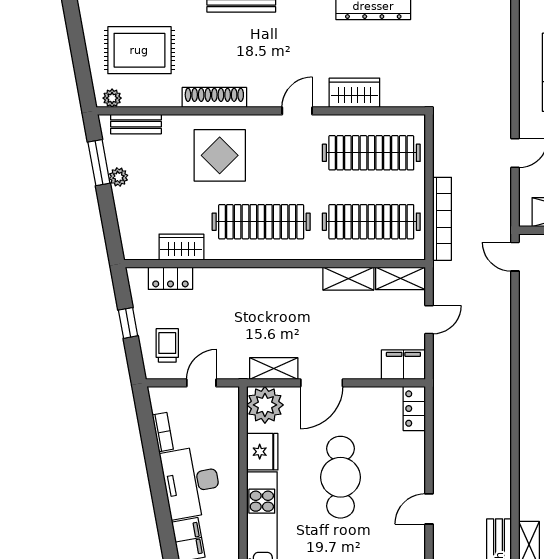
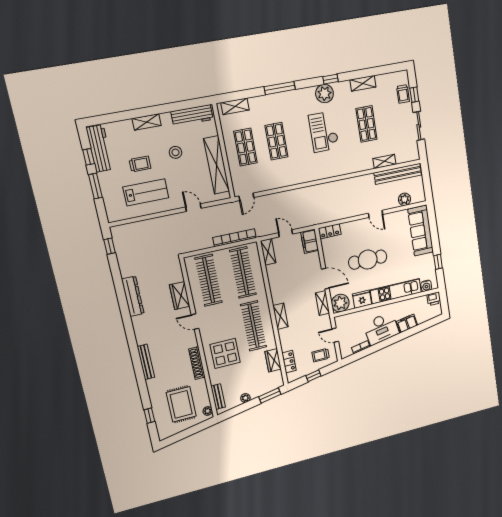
window: (99, 163) -> (270, 395), moved
shelving: (348, 279) -> (280, 316), moved

